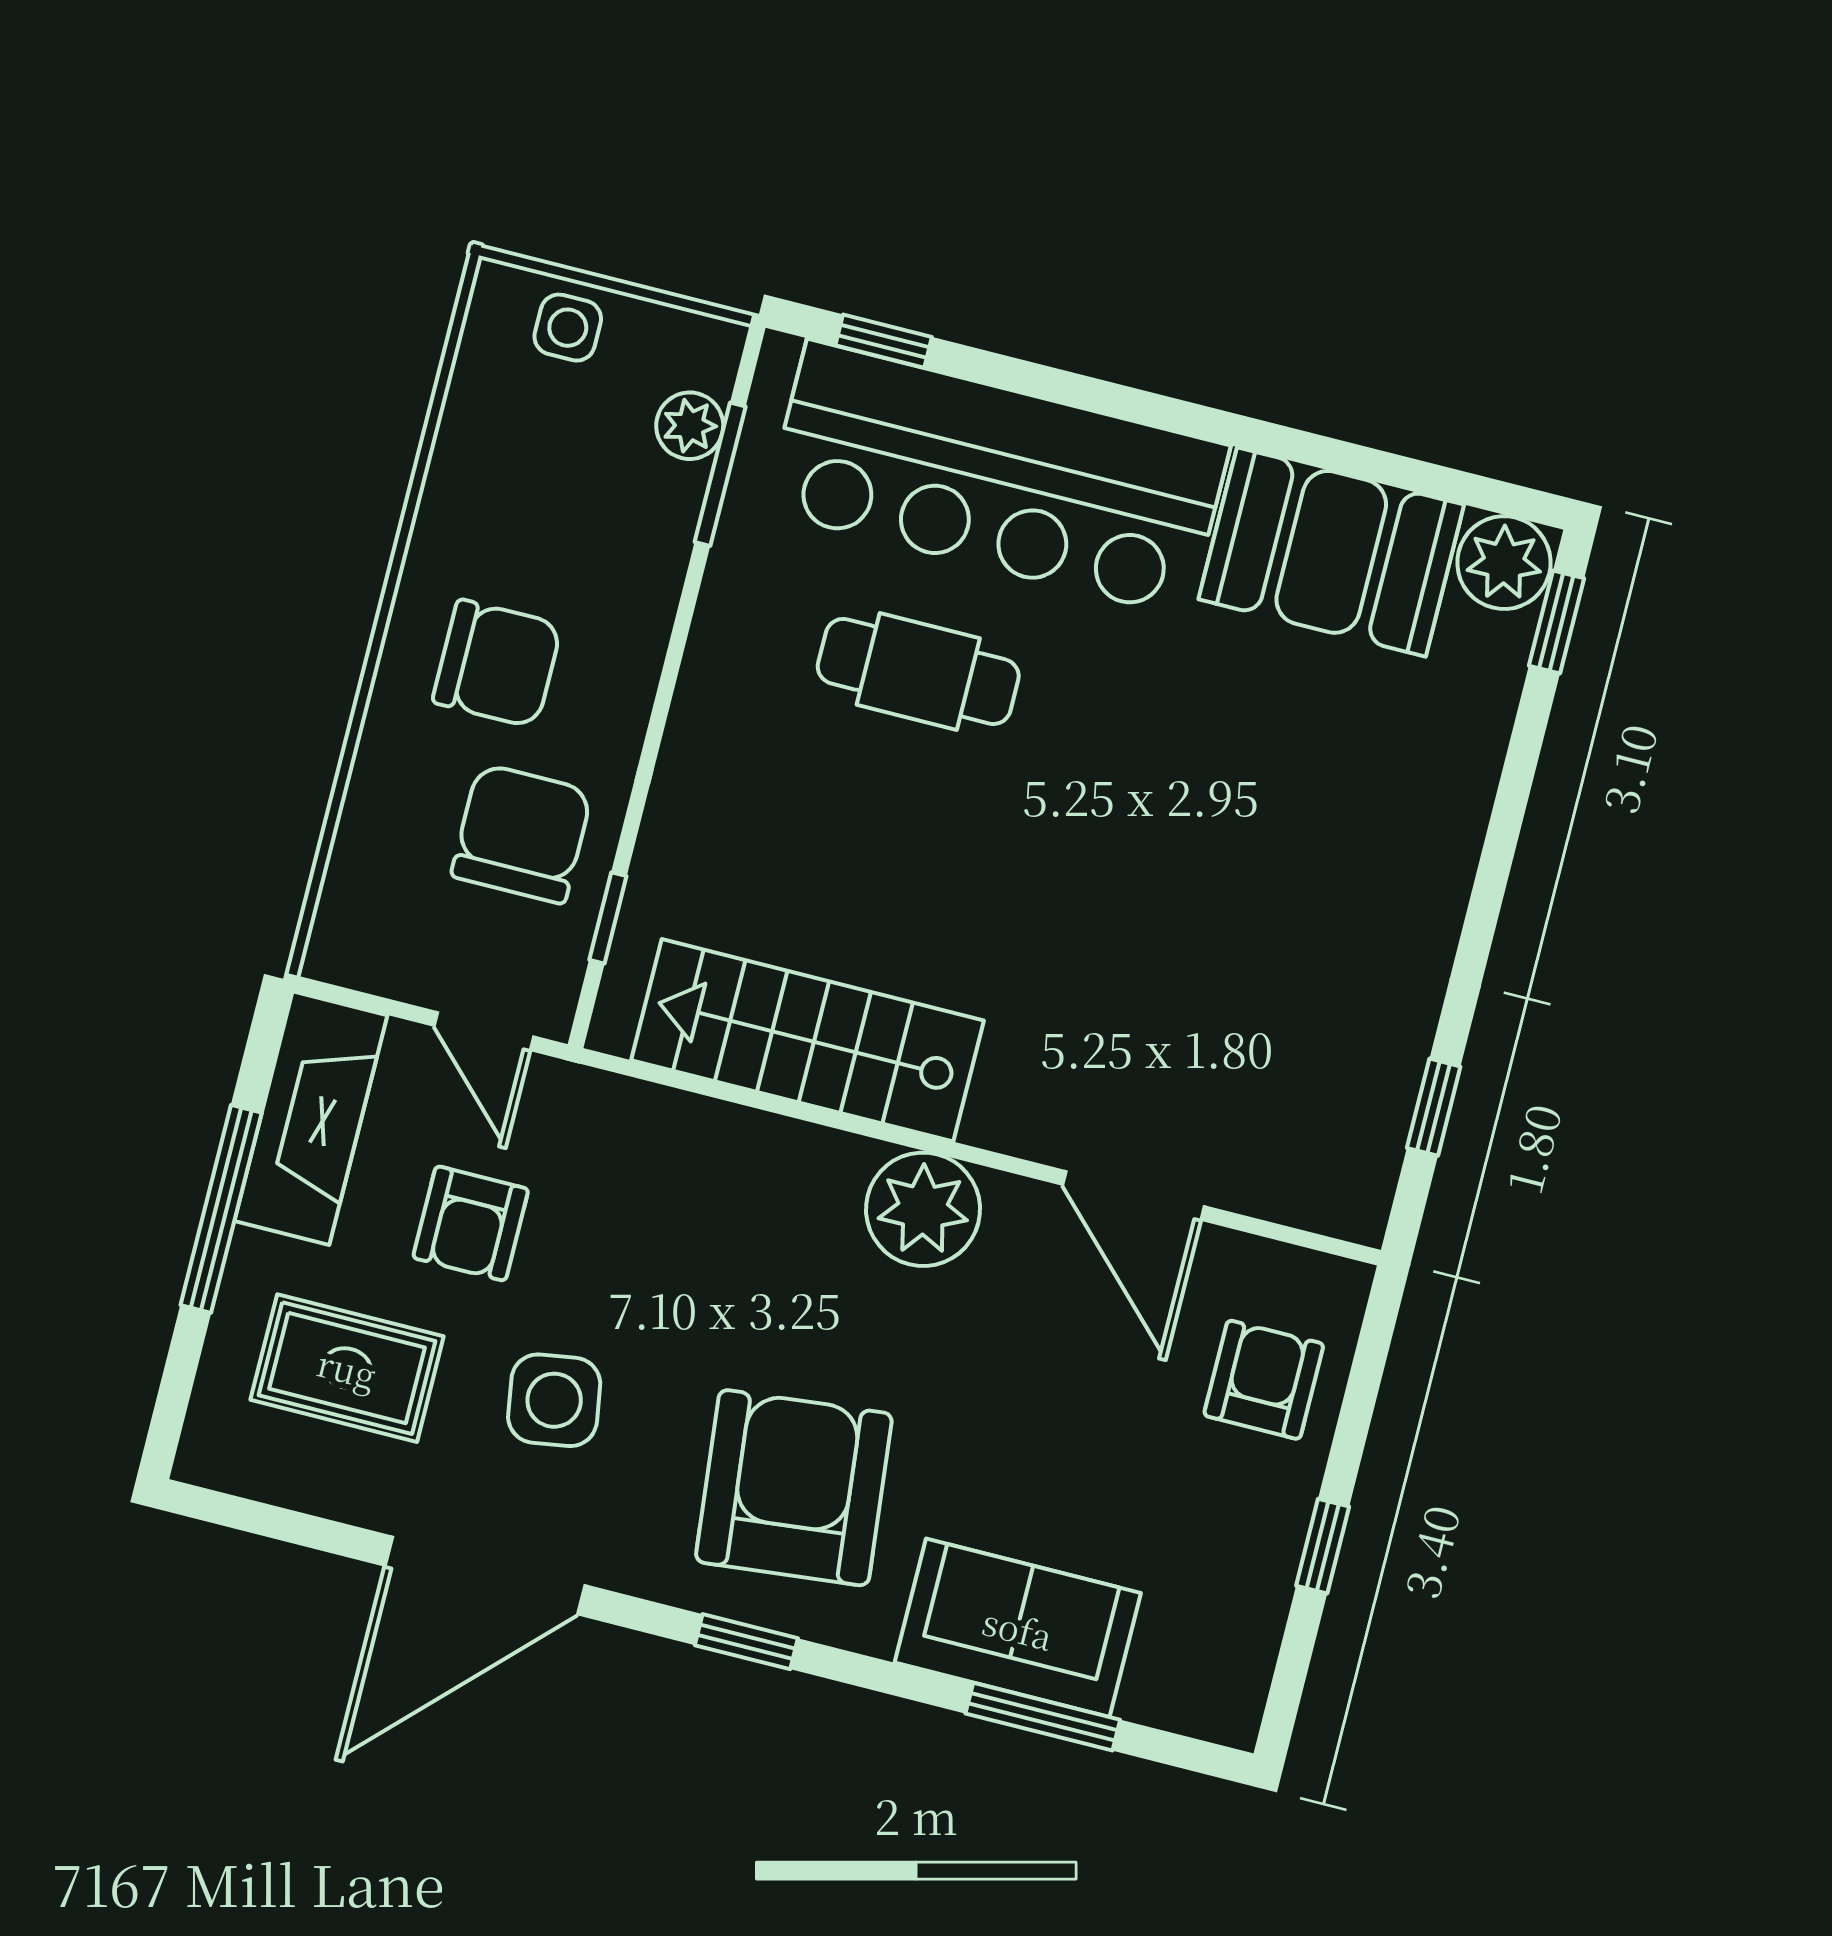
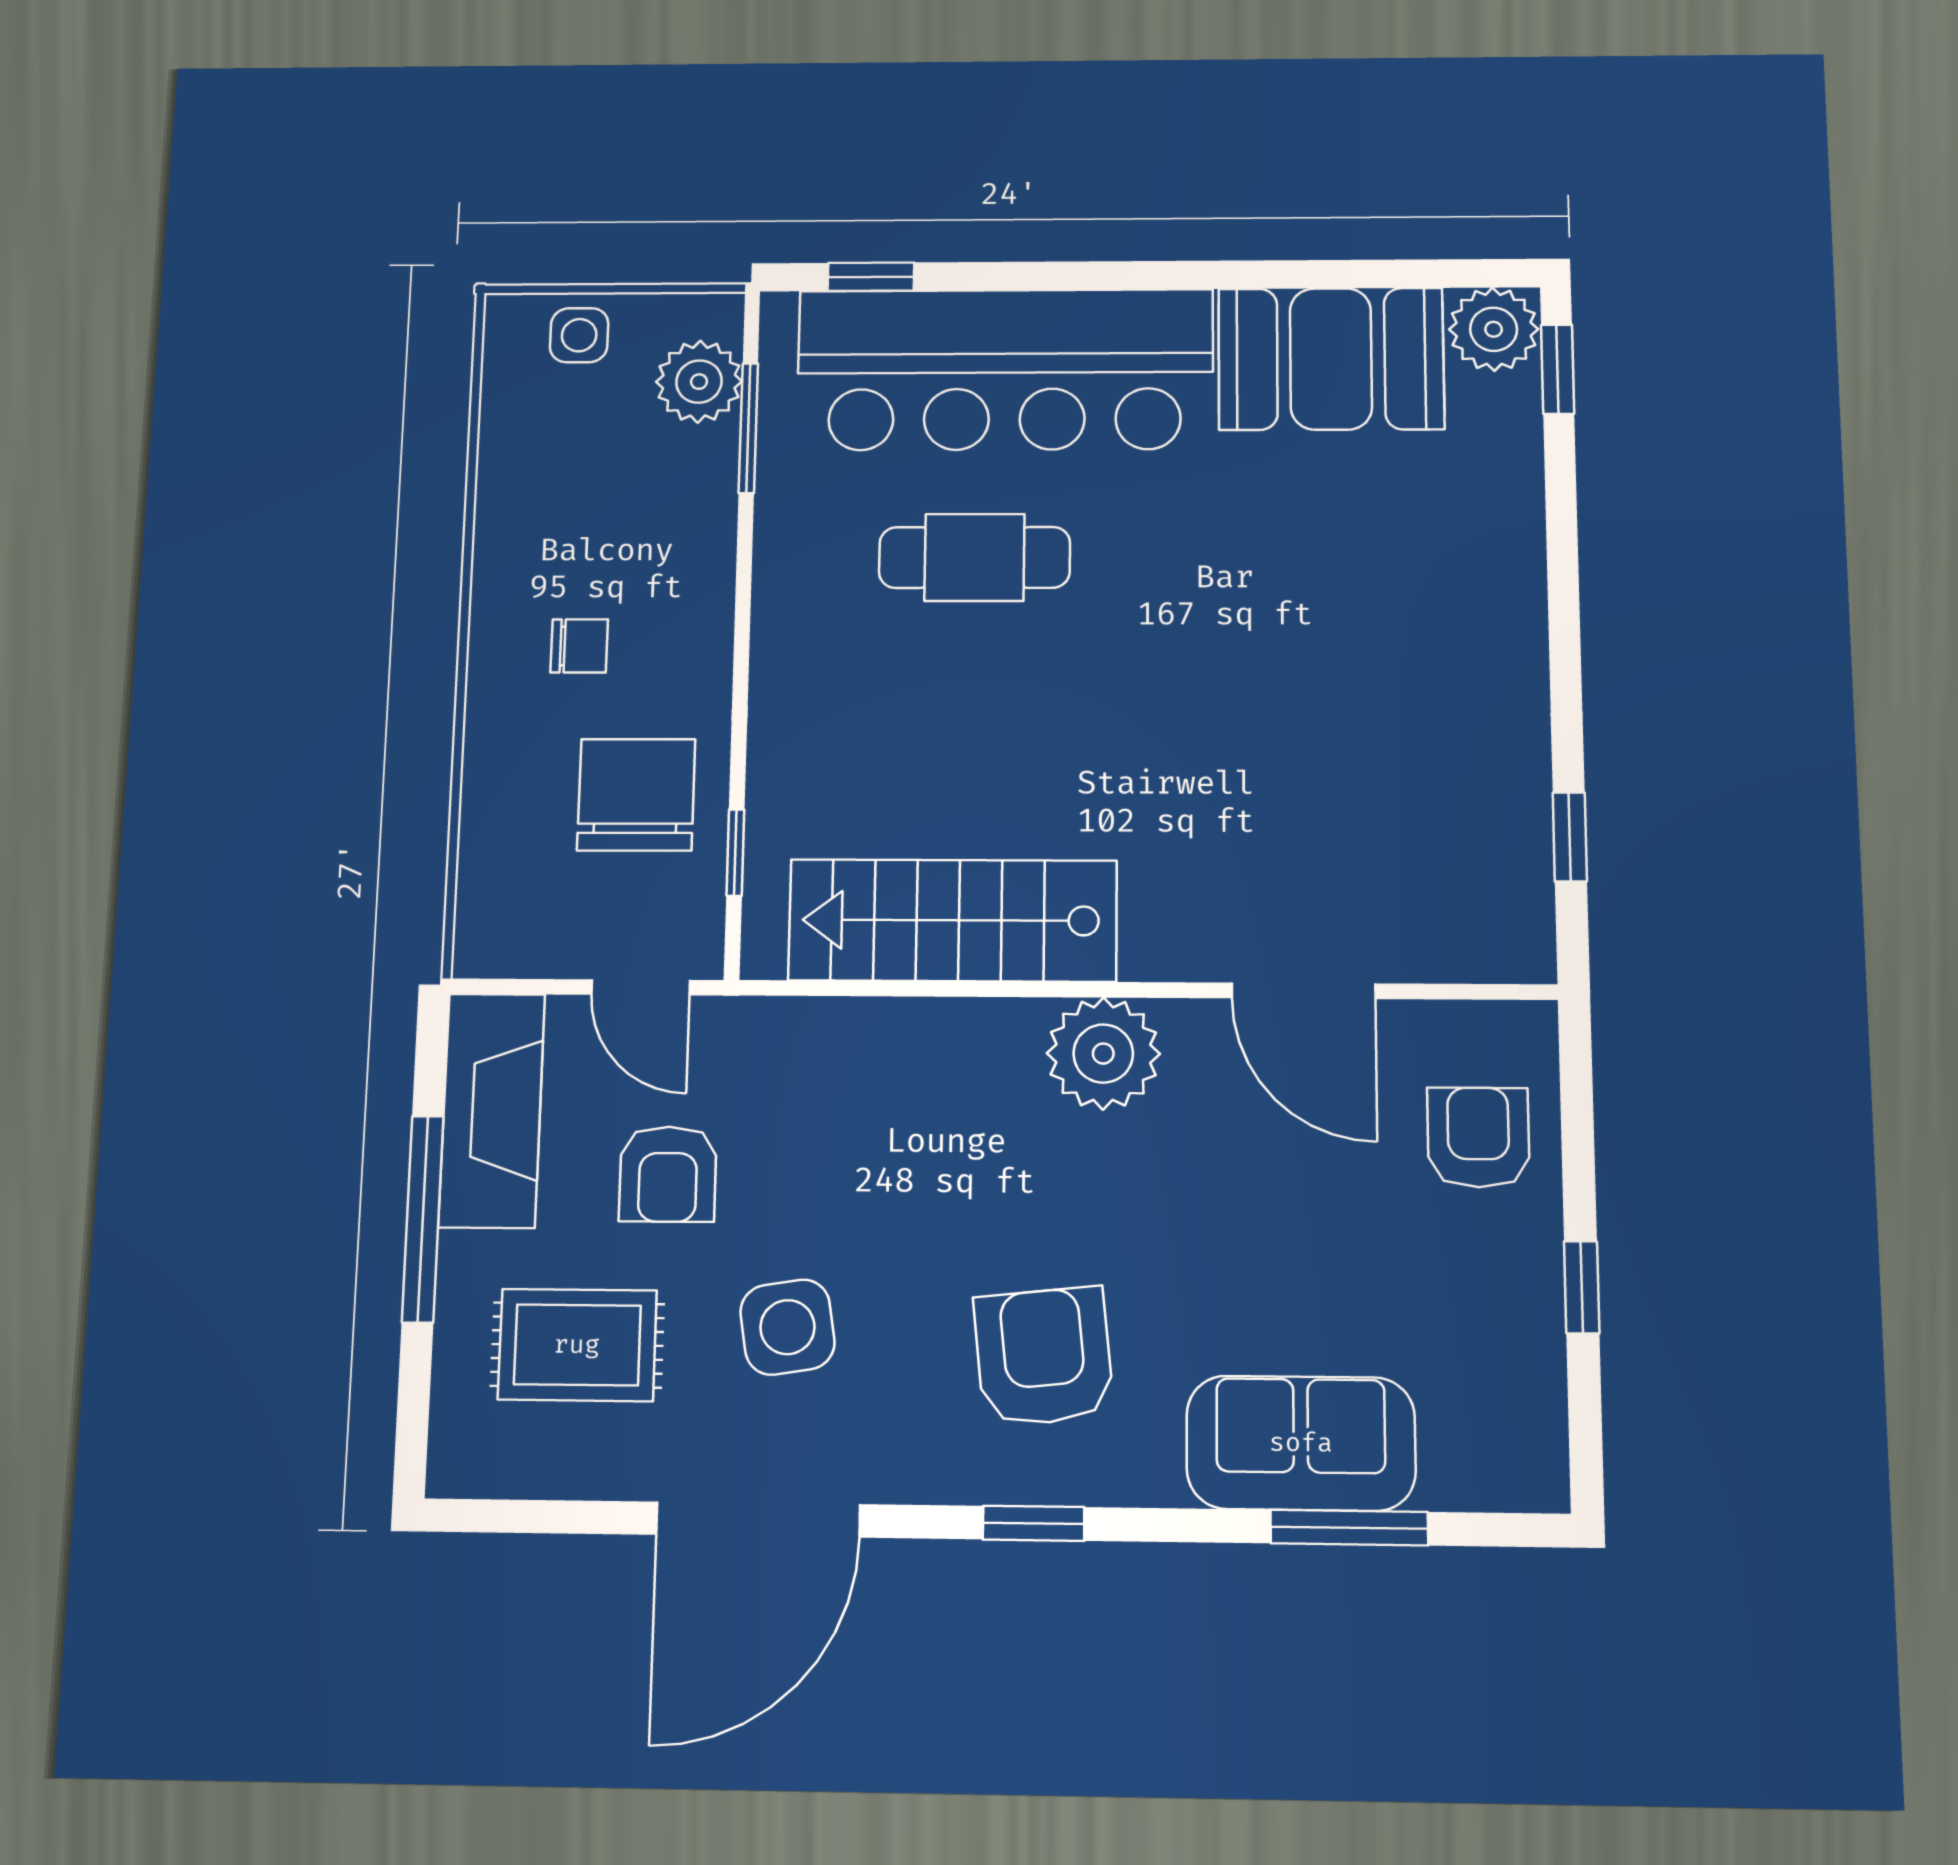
plant: (690, 426) -> (699, 382), width x1.38, depth x1.38
chair: (497, 663) -> (579, 646), width x0.54, depth x0.54
armchair: (794, 1488) -> (1044, 1357), width x0.73, depth x0.73

